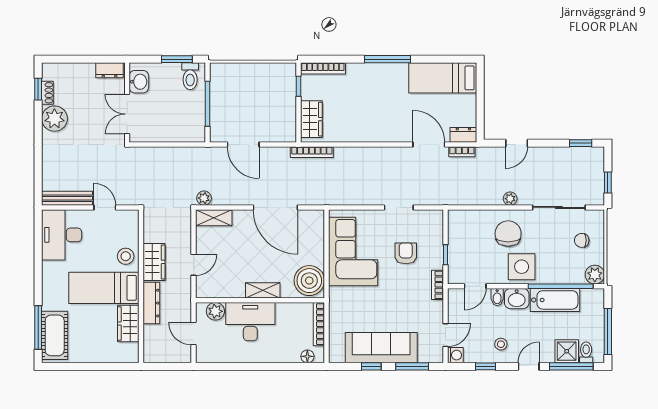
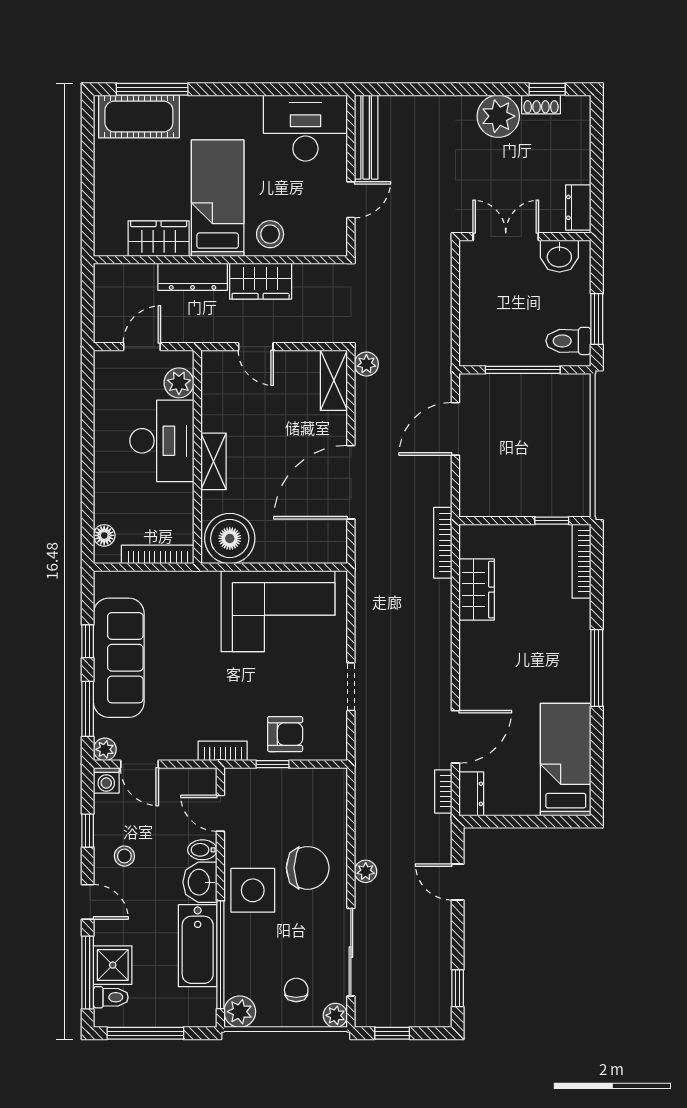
wardrobe: (311, 119) -> (477, 590), moved, turned -90
plant: (597, 217) -> (335, 1015), added
armchair: (406, 253) -> (285, 734), moved
plant: (437, 356) -> (105, 749), added

